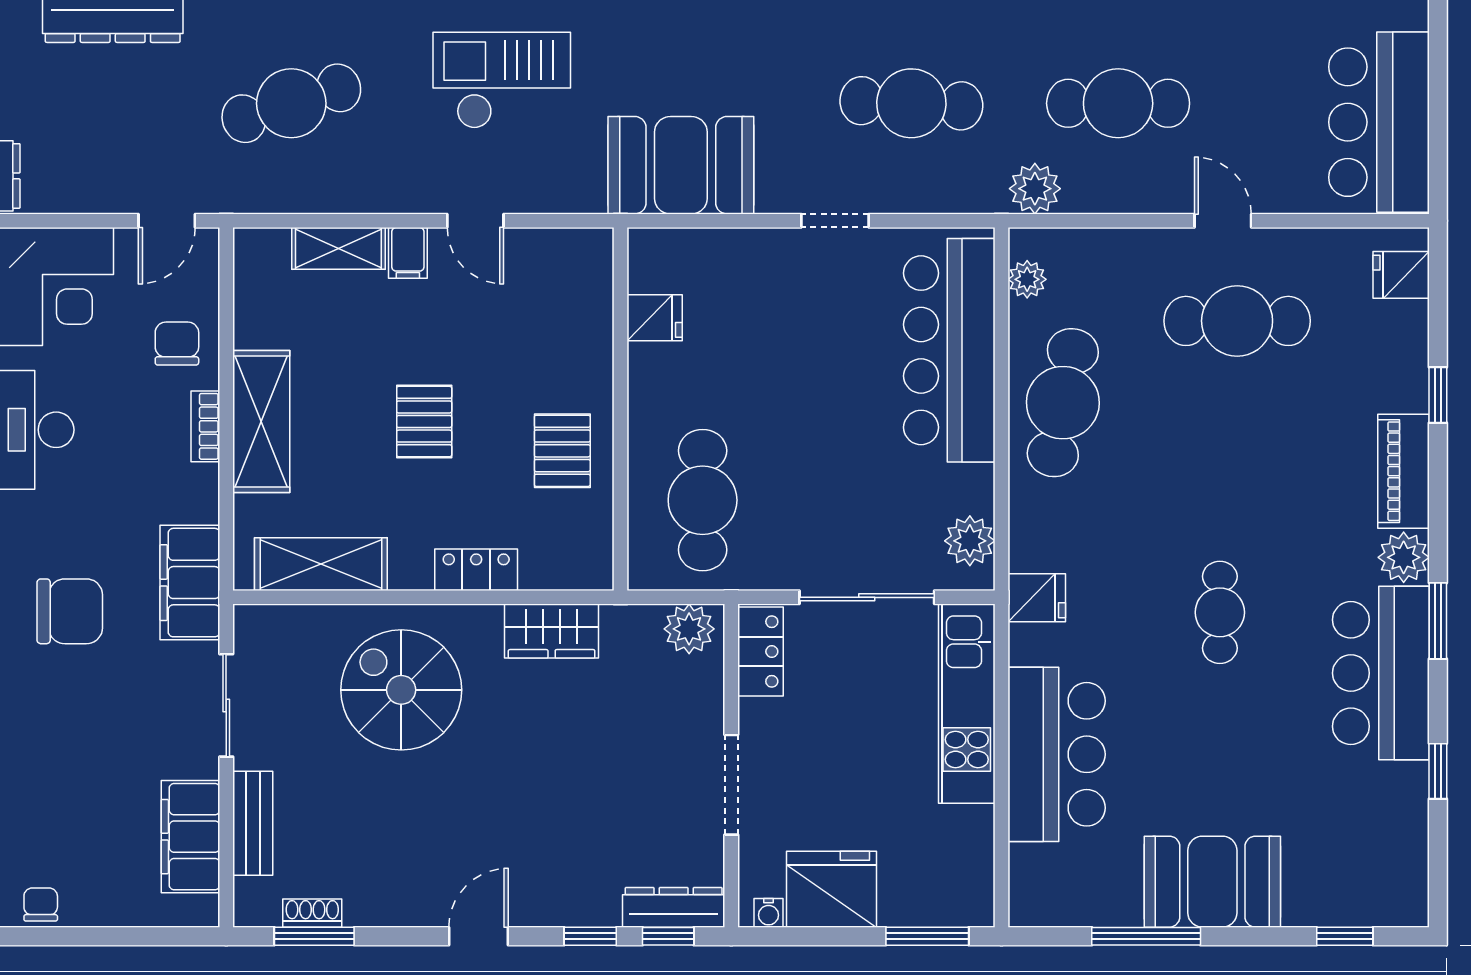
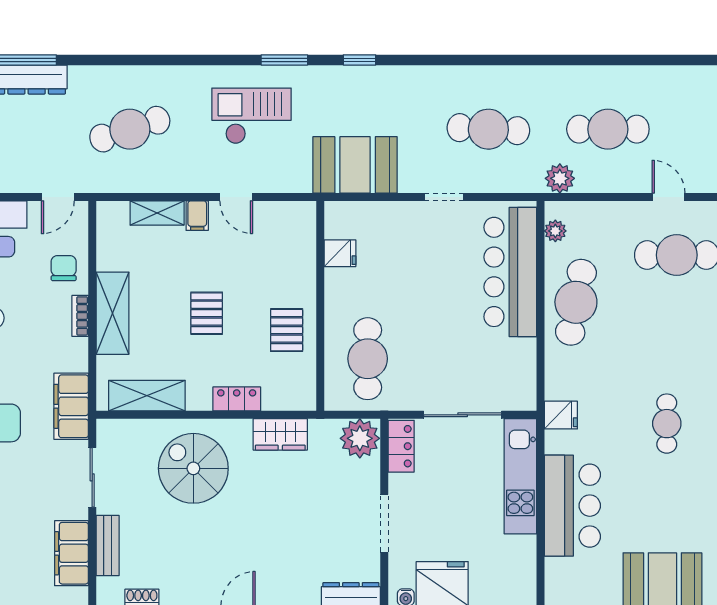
plant: (970, 541) -> (522, 382), removed
plant: (689, 629) -> (360, 438), width x1.36, depth x1.36

